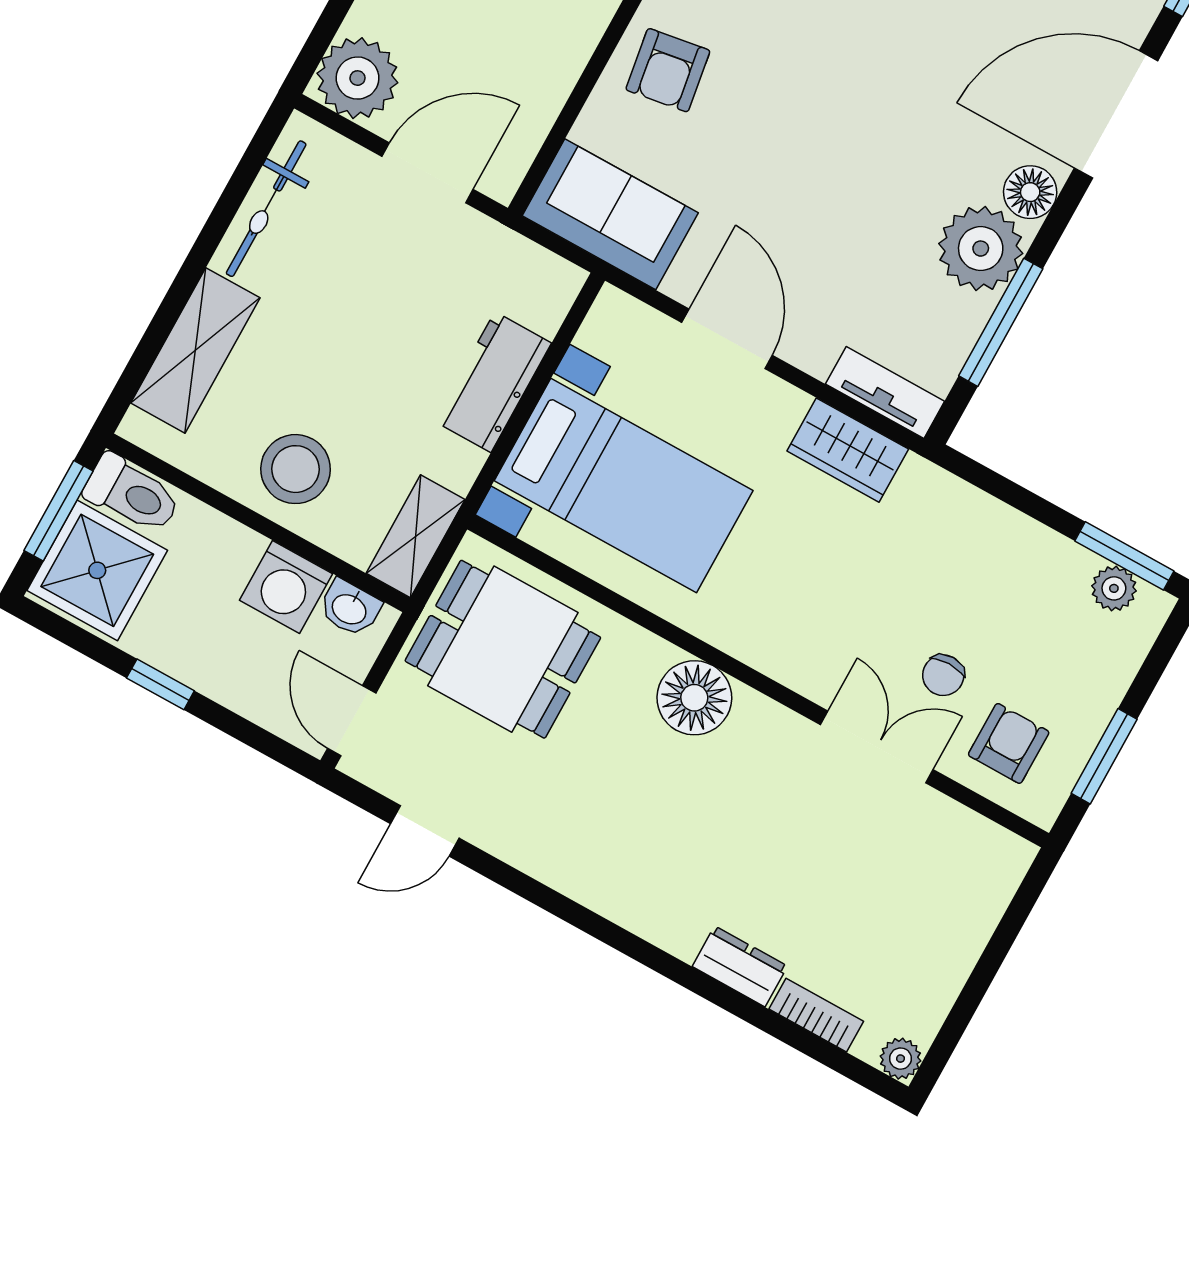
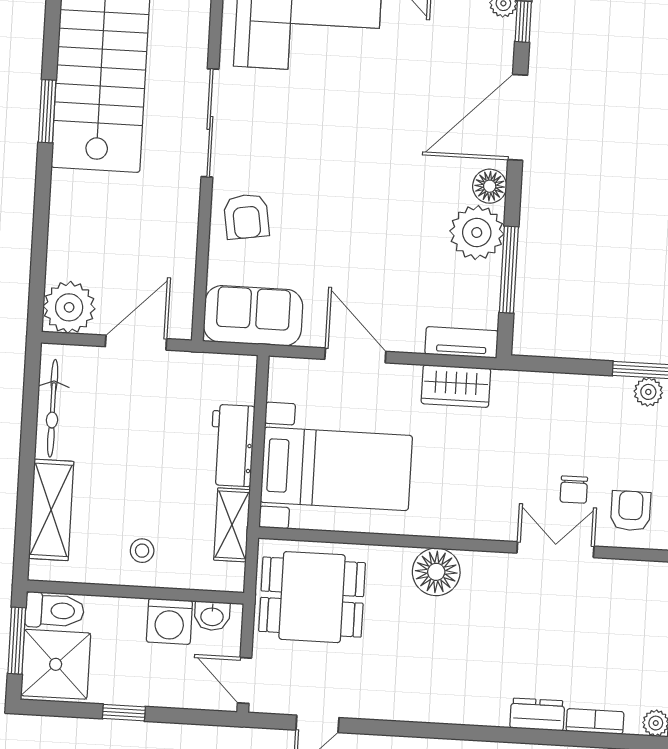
stool: (296, 469) -> (142, 551), width x0.53, depth x0.53
shelving: (416, 536) -> (232, 525), moved

